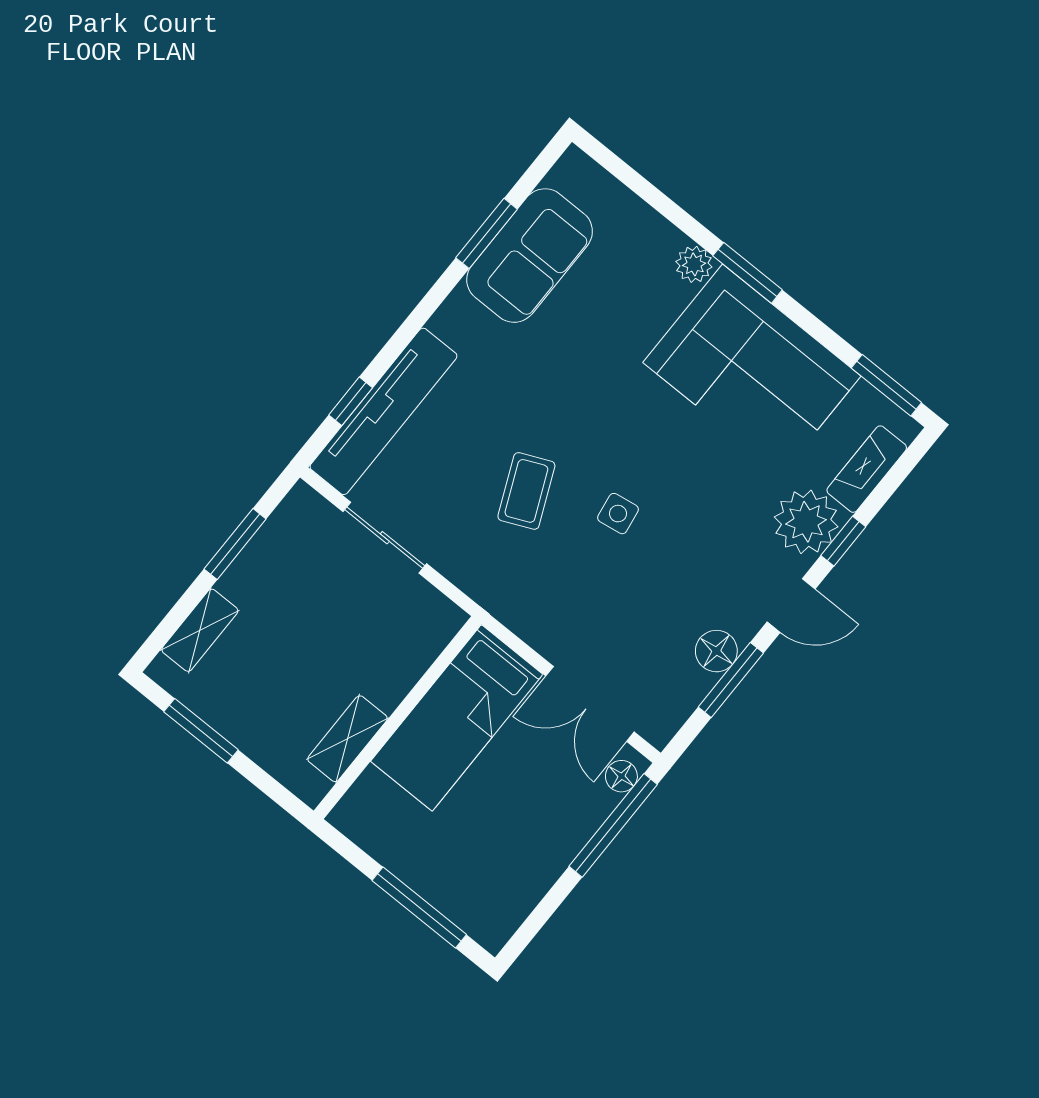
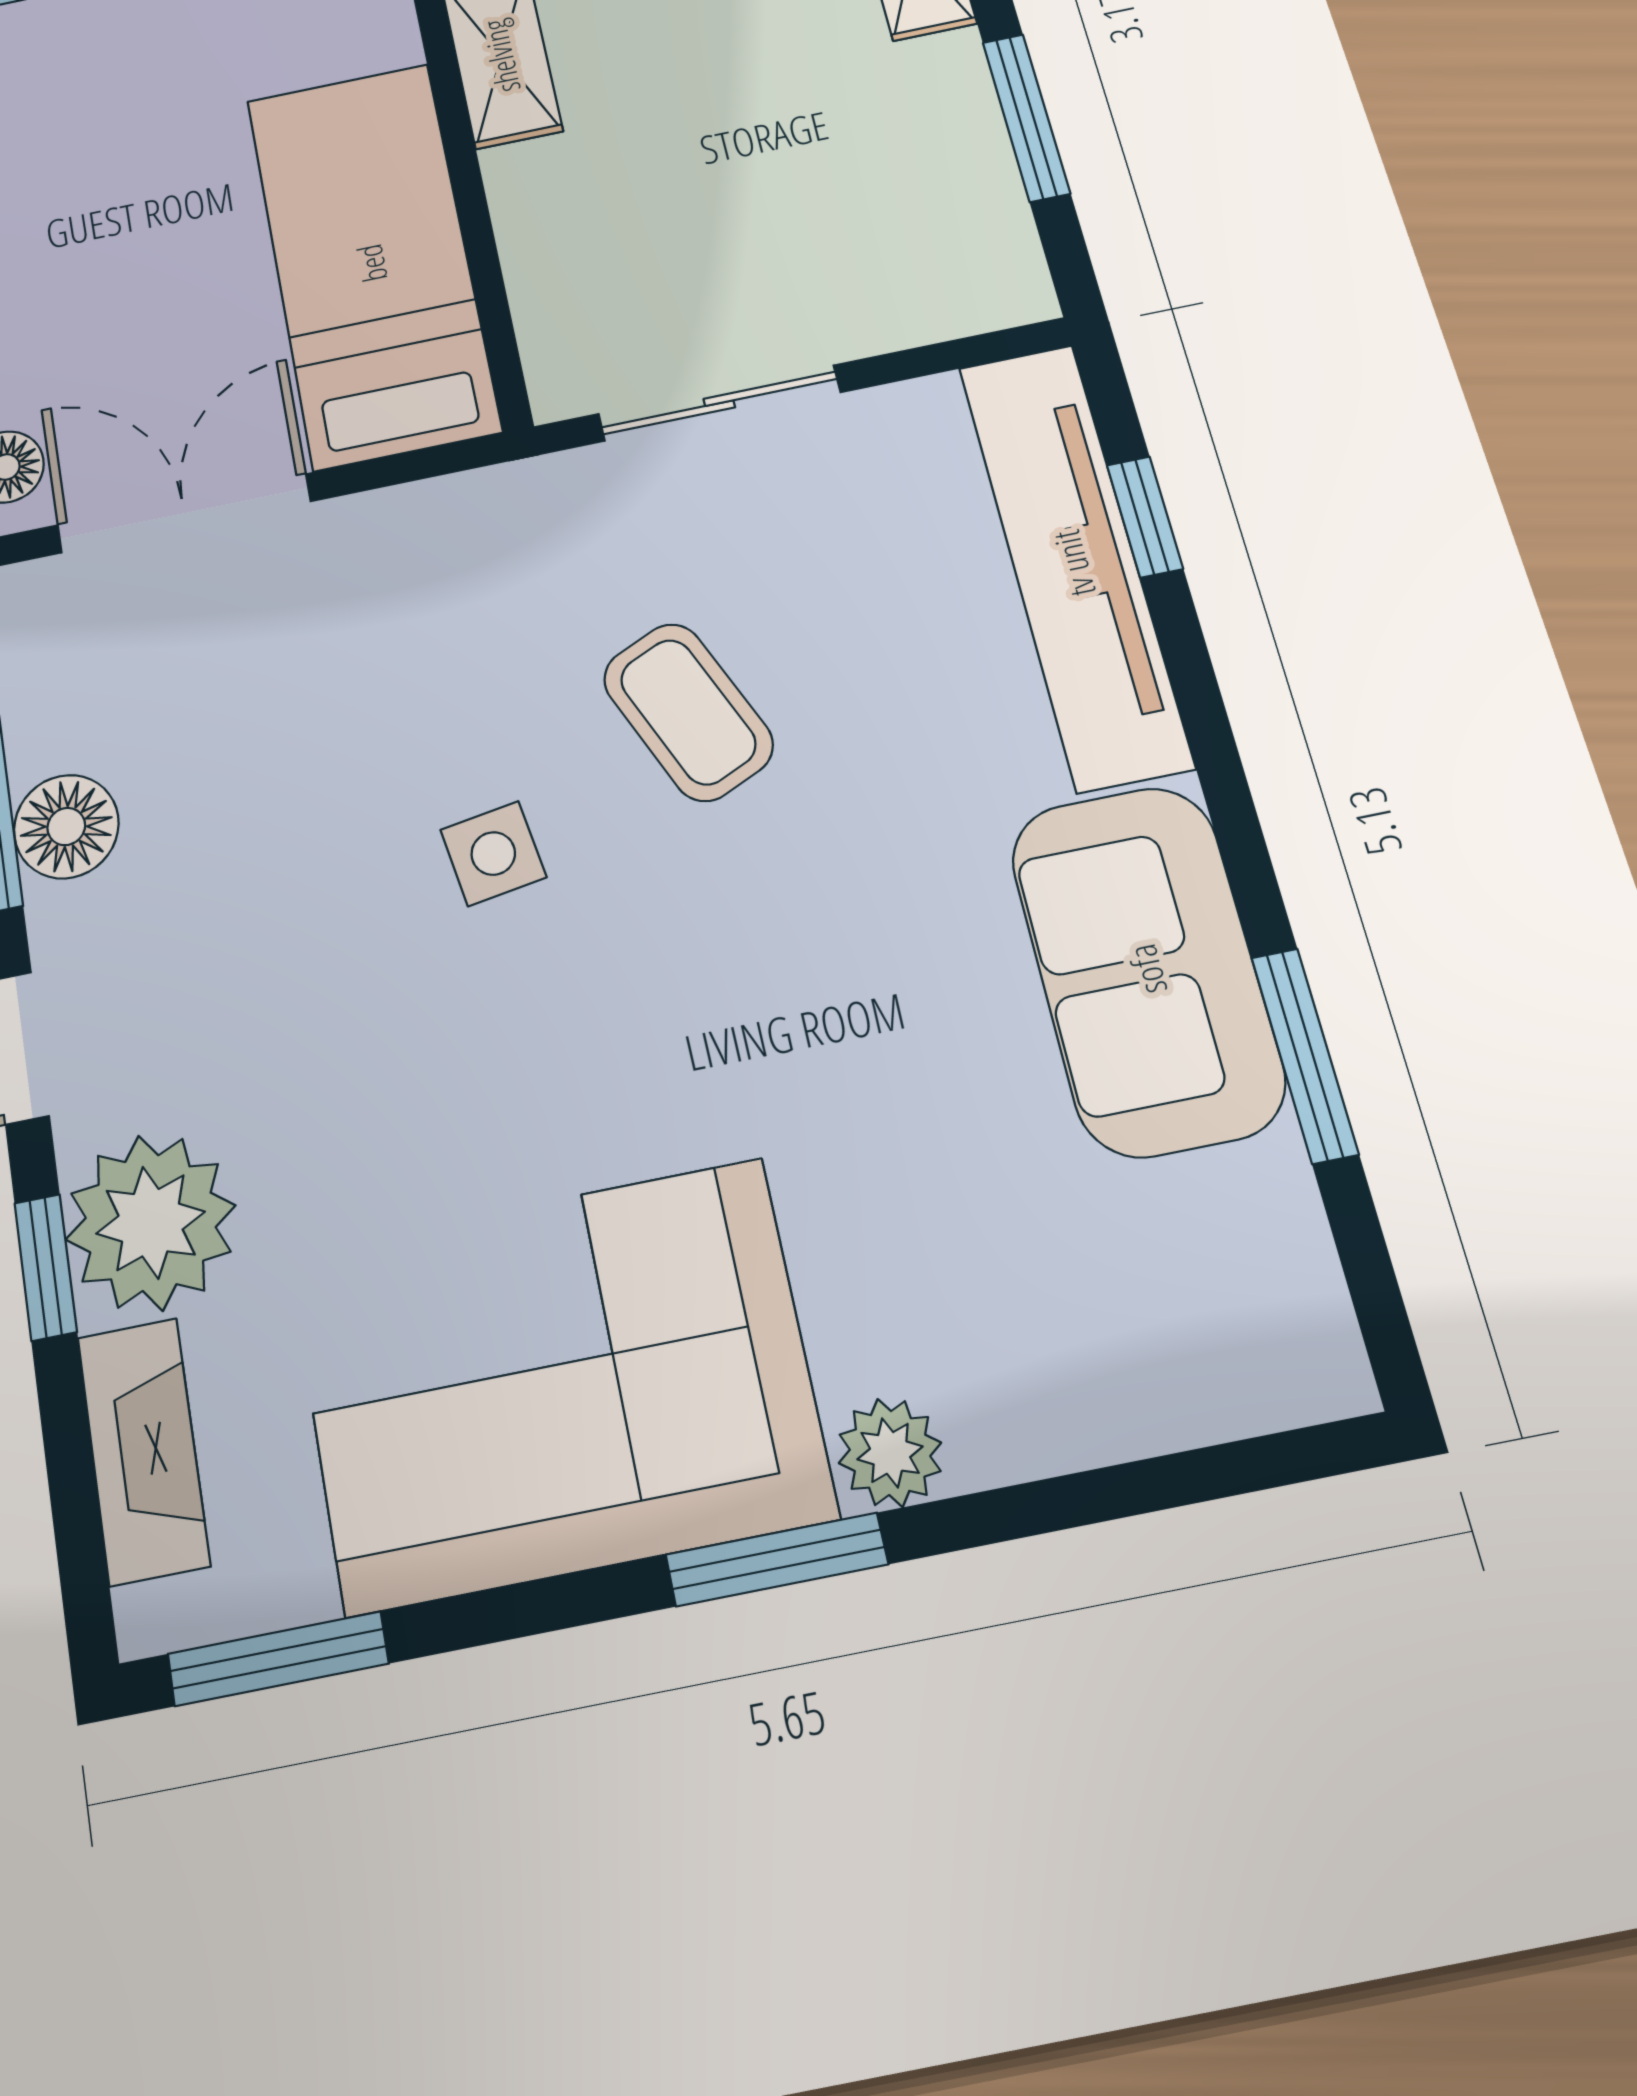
sofa: (530, 256) -> (1147, 969), moved
sliding door: (385, 538) -> (719, 403), moved

